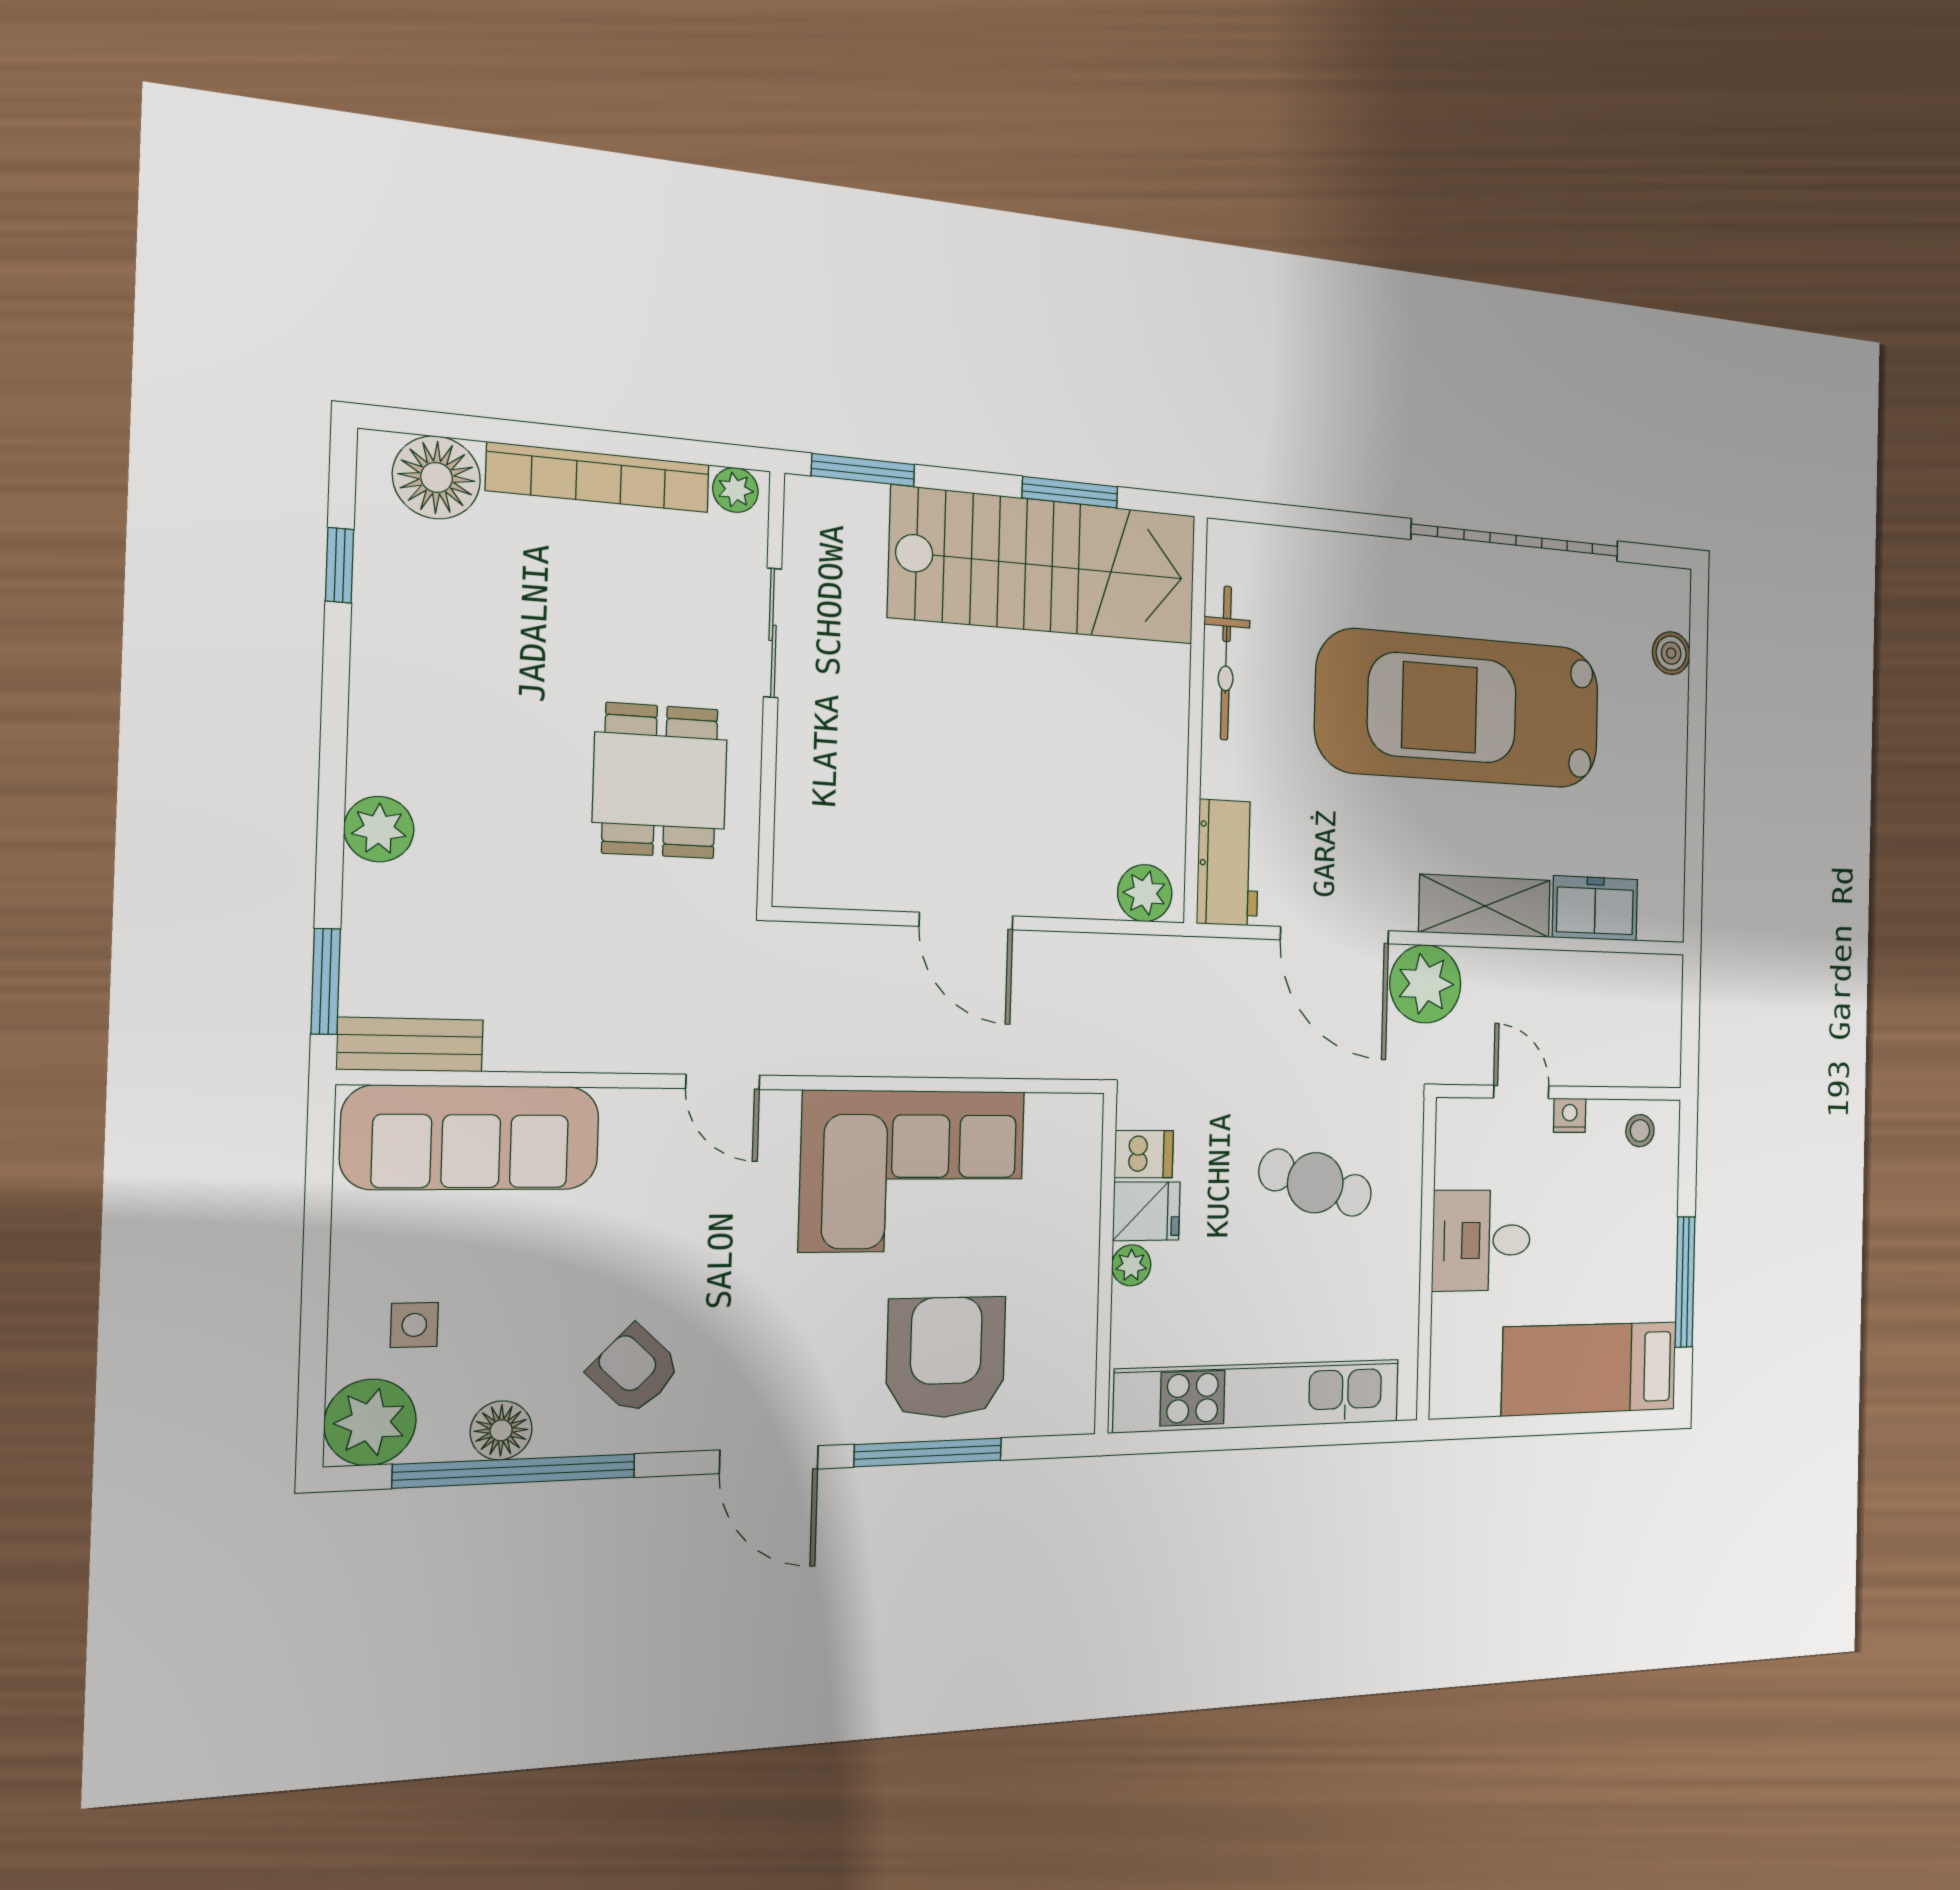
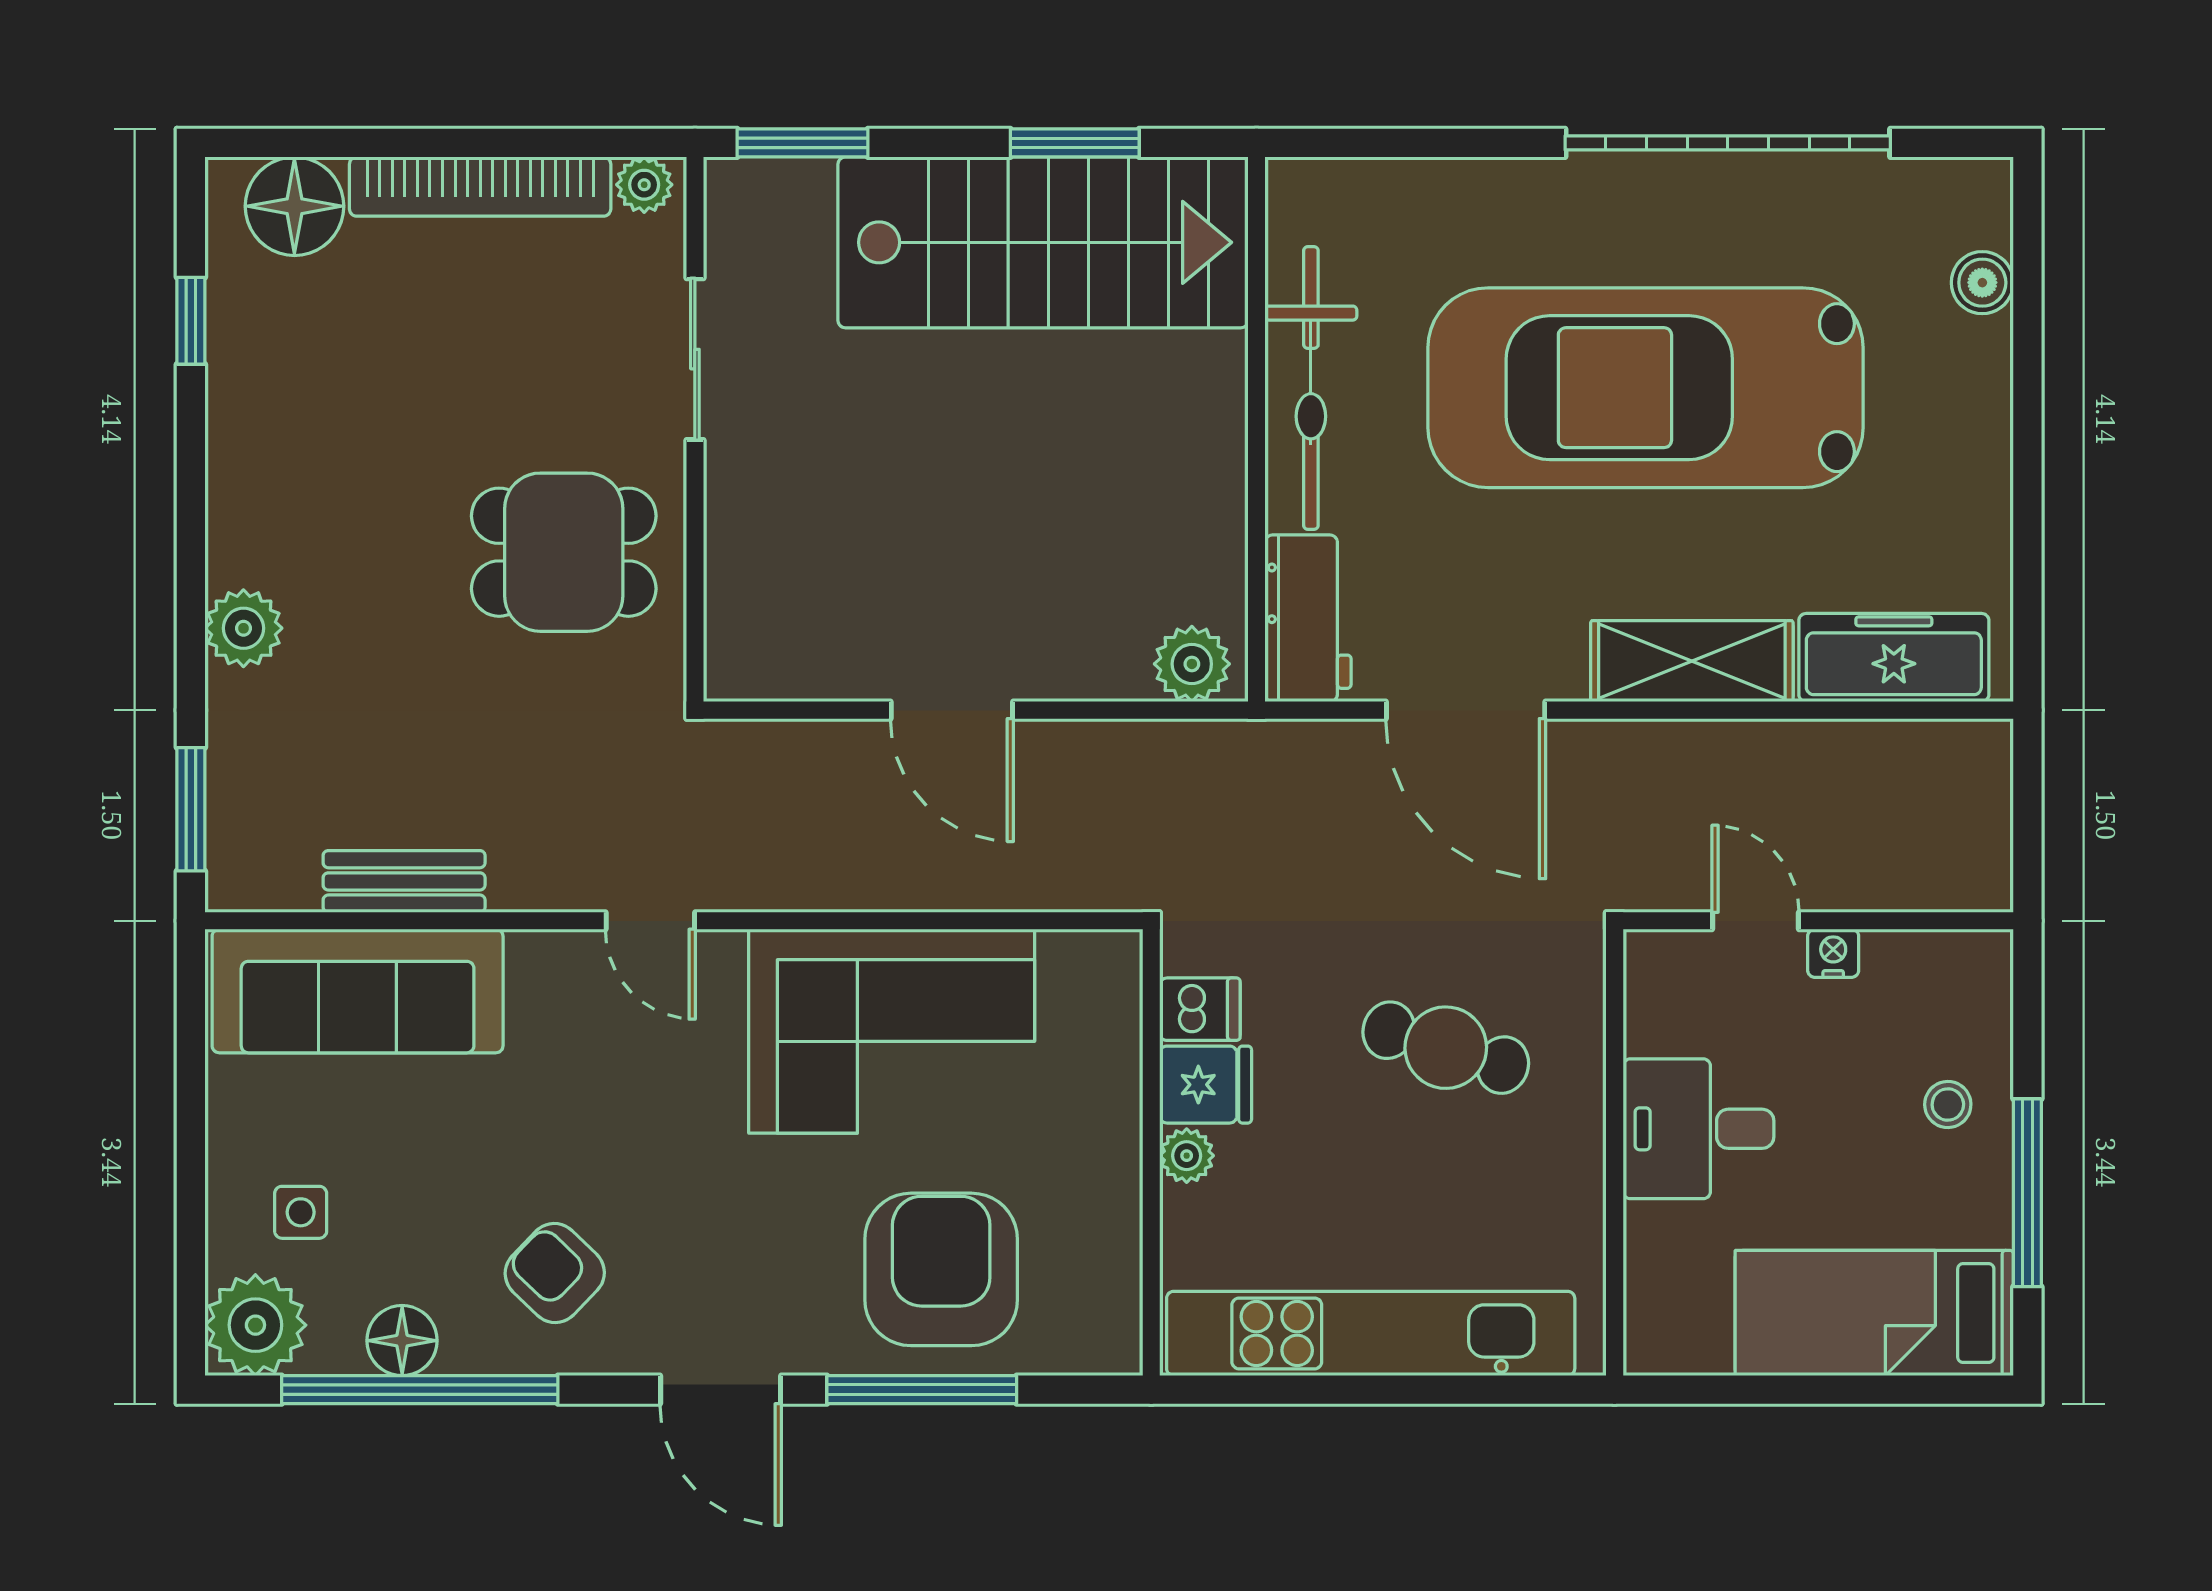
bicycle: (1226, 663) -> (1311, 388), width x1.37, depth x1.40
dining table: (660, 781) -> (564, 552), turned 90
freezer: (1595, 908) -> (1894, 658), width x1.40
plant: (1425, 984) -> (1603, 773), removed
bench: (410, 1045) -> (404, 881), moved
stool: (1640, 1131) -> (1948, 1104), moved

